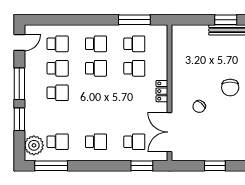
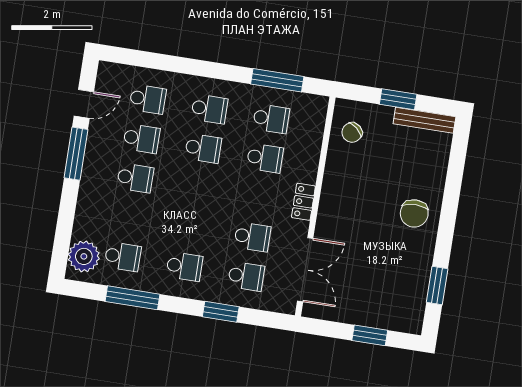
window: (226, 20) -> (398, 99), moved
door: (19, 43) -> (84, 104), moved
chair: (199, 106) -> (352, 132), moved
school desk: (134, 117) -> (252, 237), added
window: (19, 119) -> (67, 211), removed
double door: (170, 132) -> (305, 270), swing flipped
window: (51, 166) -> (133, 298), moved
window: (142, 166) -> (221, 312), moved

